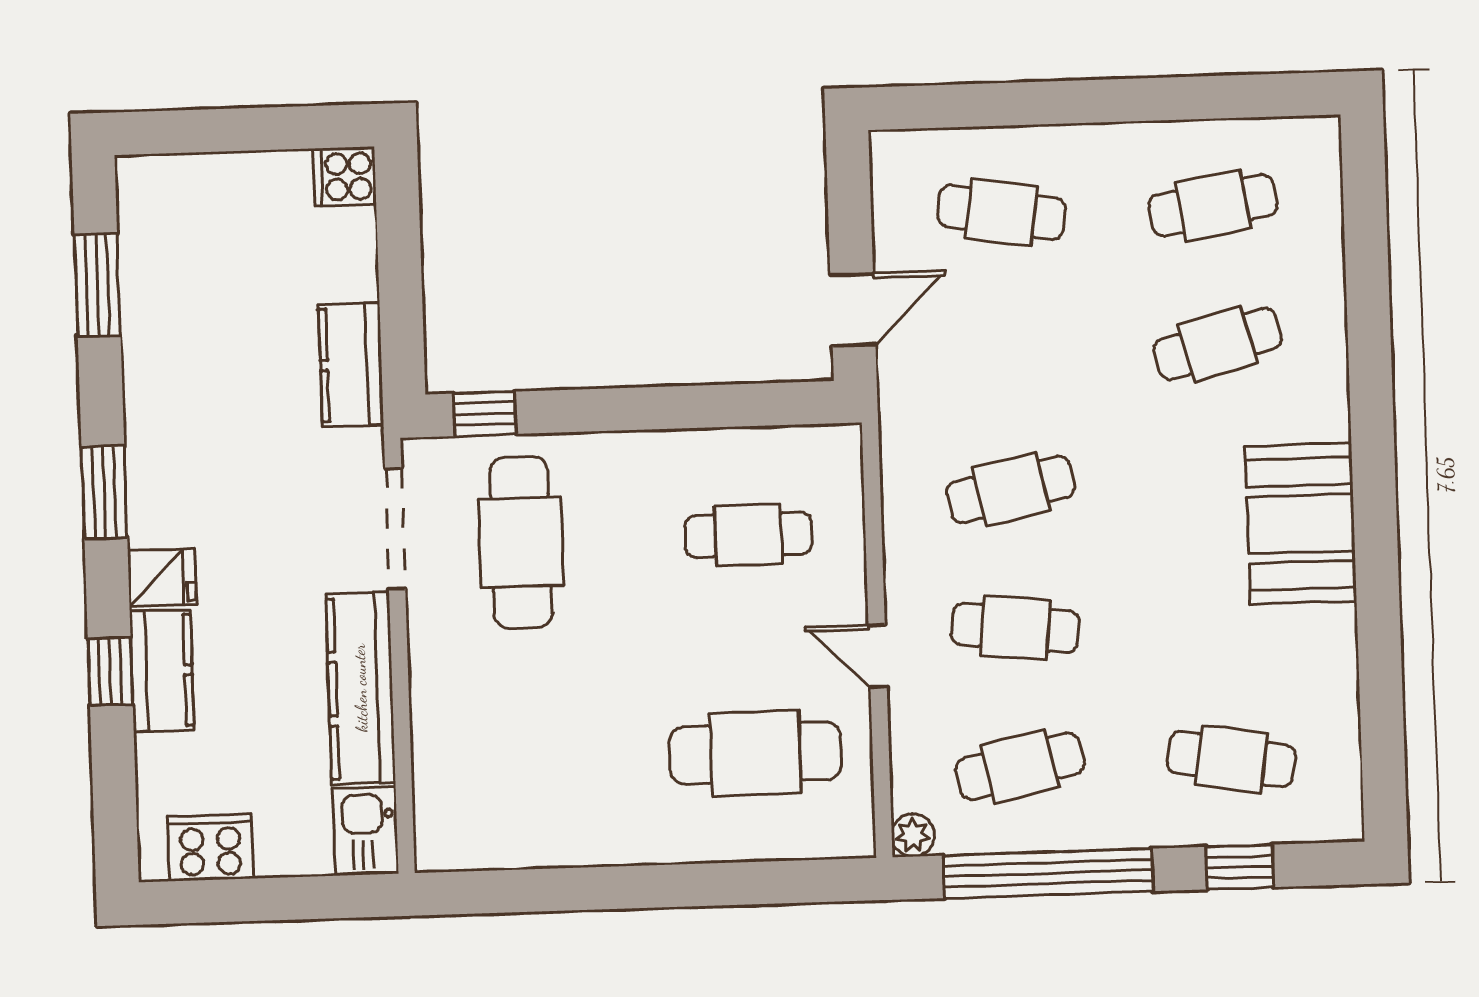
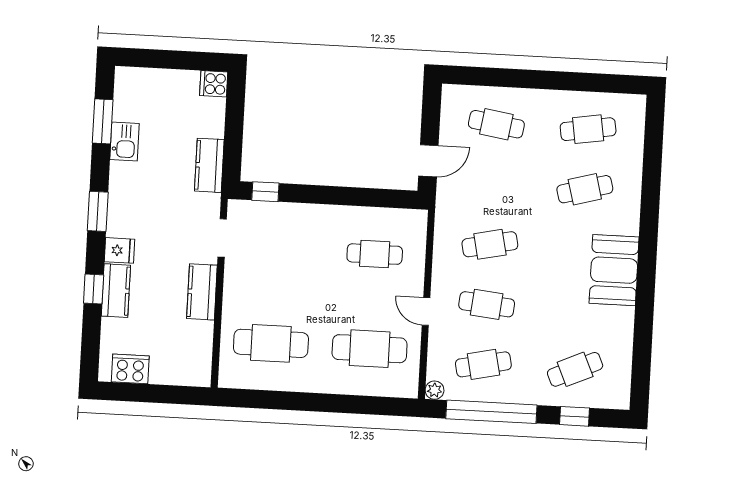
doorway: (395, 529) -> (222, 238), width x0.73
cafe table: (521, 542) -> (271, 343), moved, turned 90
kitchen counter: (361, 688) -> (202, 292), width x0.67
cafe table: (1231, 759) -> (575, 369), turned -33
kitchen sink: (366, 831) -> (125, 141), moved, turned 180

